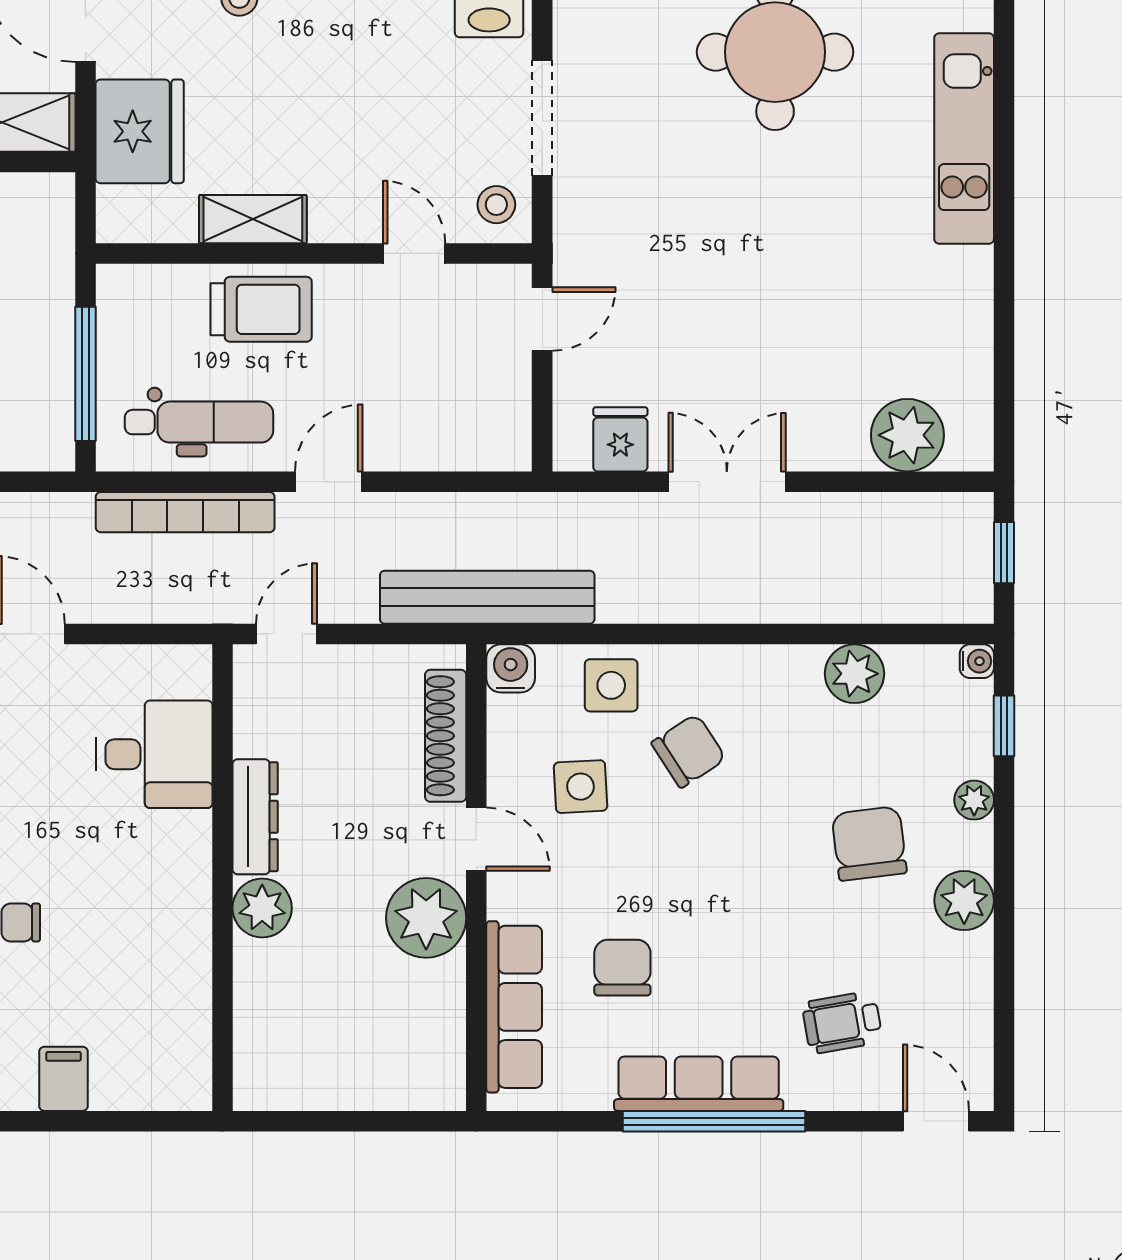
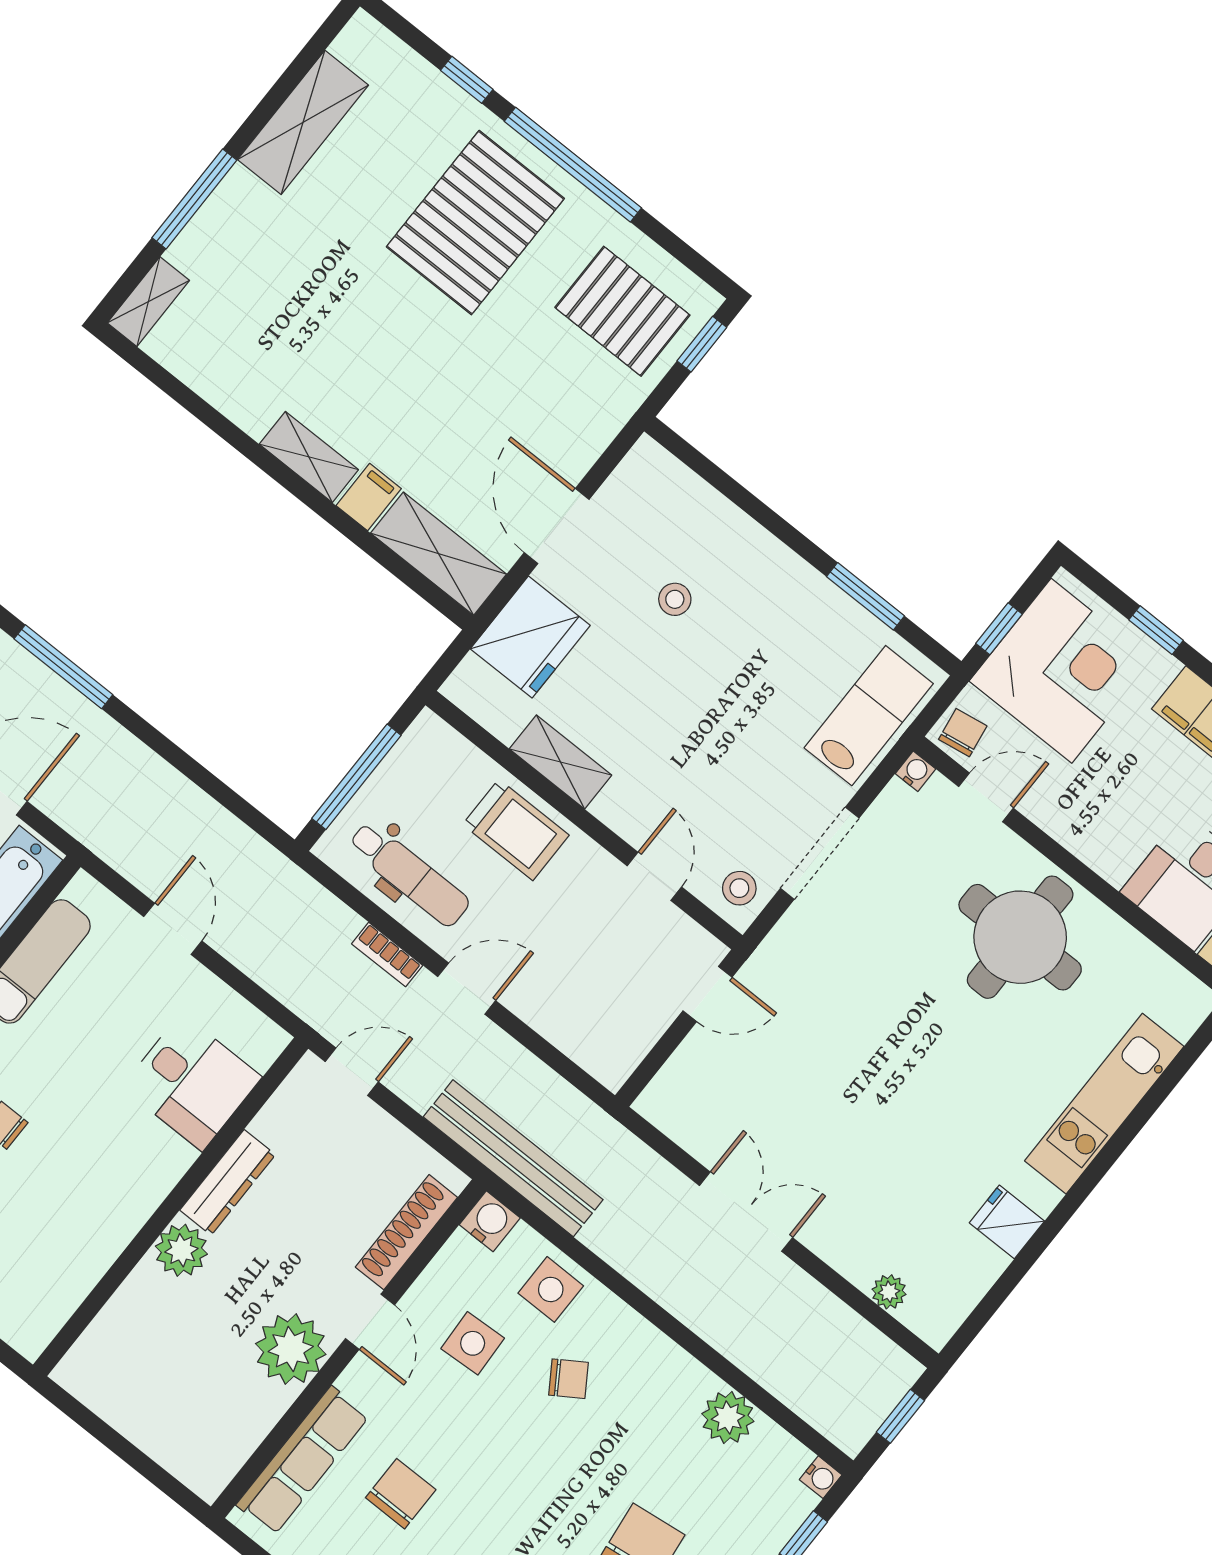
plant: (907, 435) -> (889, 1292), width x0.53, depth x0.53
fridge: (620, 439) -> (1007, 1222), moved, turned -90
bookcase: (185, 512) -> (387, 955), width x0.43, depth x0.76
chair: (689, 751) -> (568, 1379), width x0.73, depth x0.73

